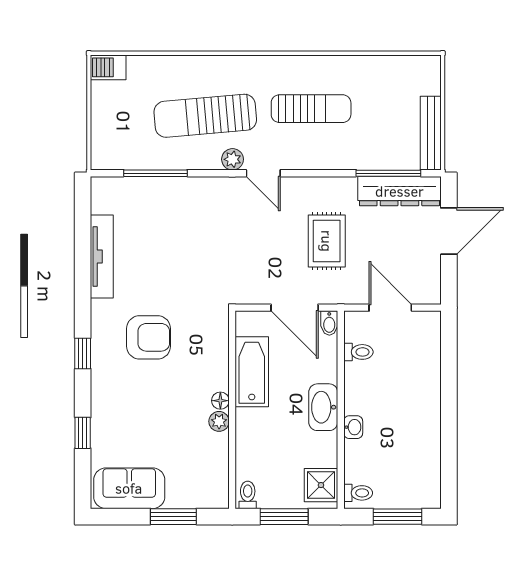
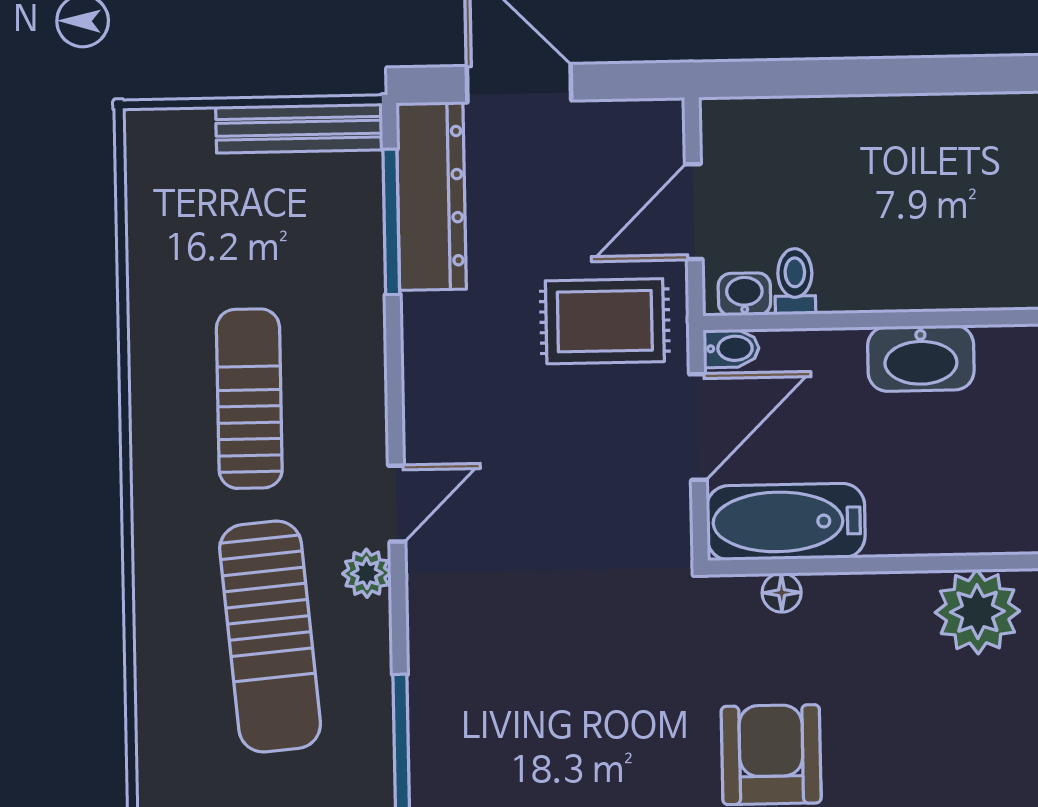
rug: (327, 241) -> (605, 321), moved
bathtub: (252, 372) -> (786, 522), moved
floor lamp: (220, 401) -> (782, 593), moved
plant: (219, 421) -> (977, 612), width x1.88, depth x1.88
washbasin: (353, 427) -> (744, 294), moved

